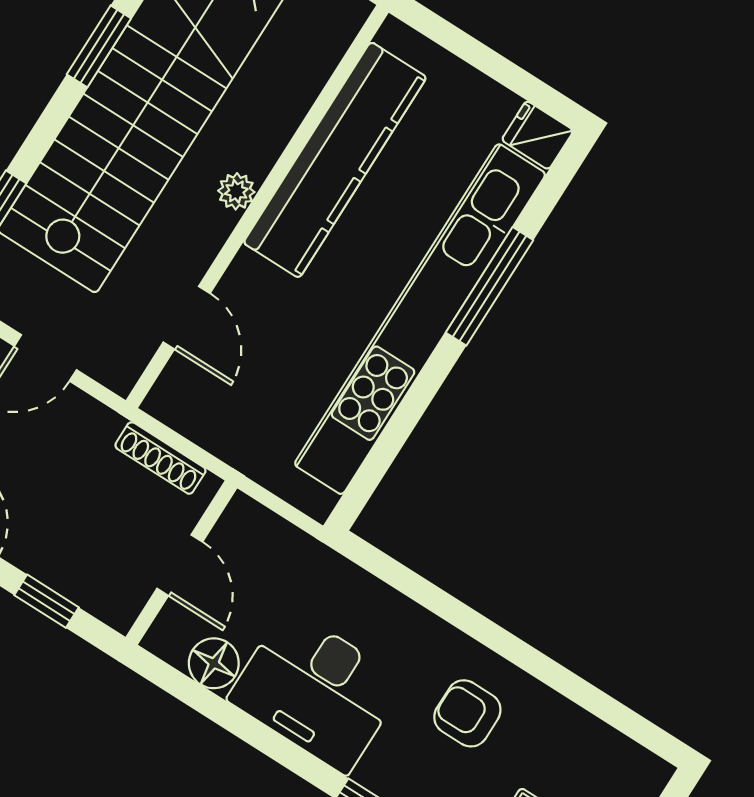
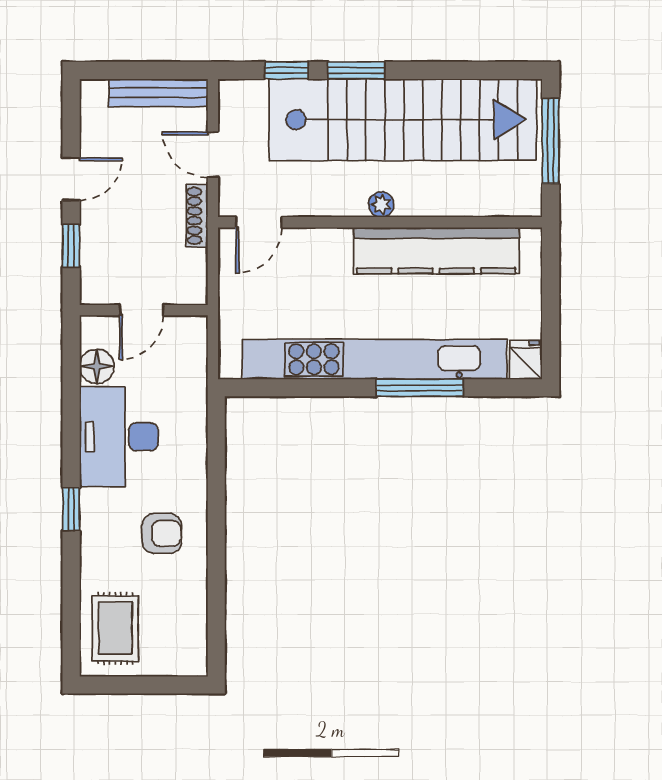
window: (99, 46) -> (357, 70), moved
door: (187, 318) -> (259, 222), moved
shoe rack: (160, 458) -> (197, 216), moved
armchair: (467, 713) -> (162, 533), turned 90

